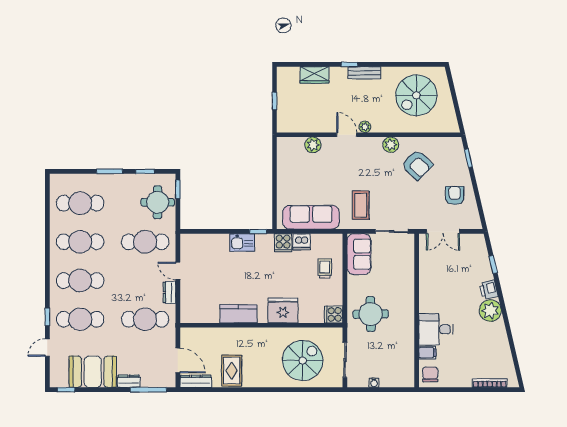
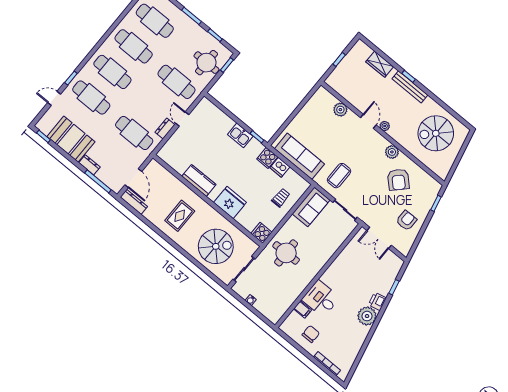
bench: (364, 73) -> (410, 87), width x1.36
rug: (232, 371) -> (180, 216), moved
chair: (430, 374) -> (311, 334), moved

